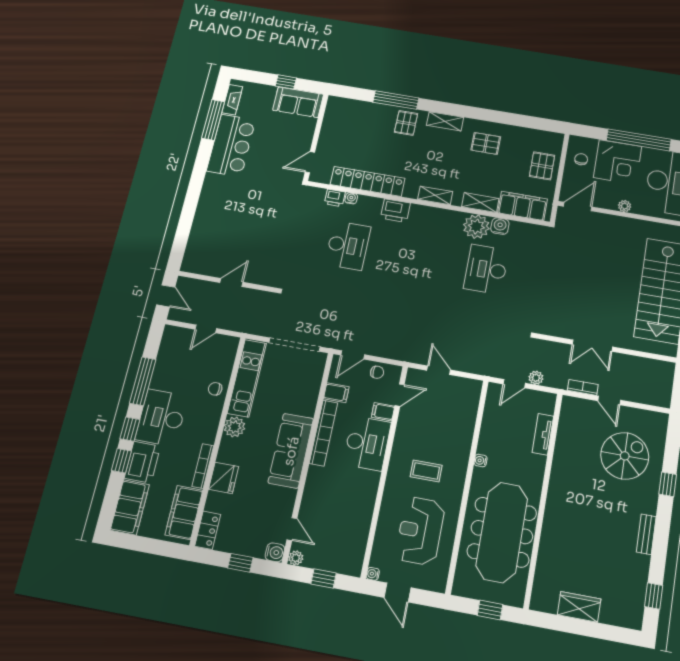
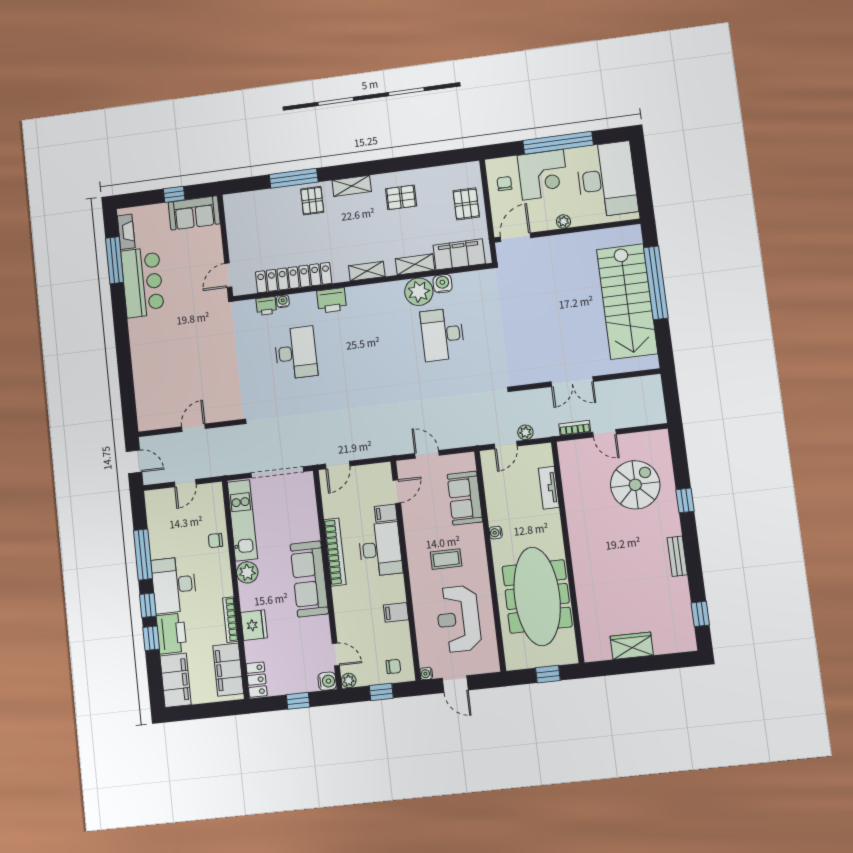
chair: (377, 372) -> (393, 666), moved
filing cabinet: (336, 393) -> (396, 612), moved, turned 180
sofa: (461, 420) -> (465, 498), added

